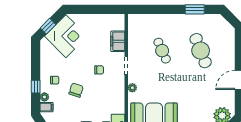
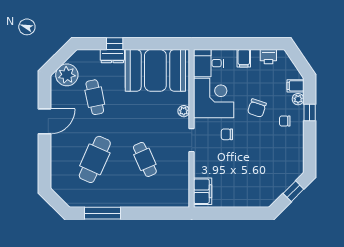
window: (195, 9) -> (103, 213), width x1.44
corner desk: (66, 36) -> (214, 98), moved, turned 135
filing cabinet: (118, 41) -> (203, 191), moved
cafe table: (201, 51) -> (95, 159), turned 45
cafe table: (201, 98) -> (95, 97), added

